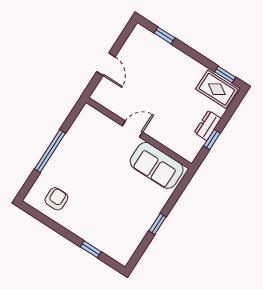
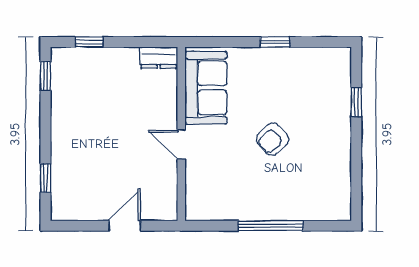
rug: (217, 89) -> (69, 75), removed
dresser: (208, 125) -> (159, 58), moved
window: (212, 139) -> (89, 42), moved
armchair: (56, 199) -> (273, 139), moved, turned -42

